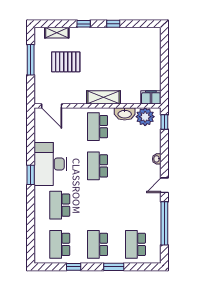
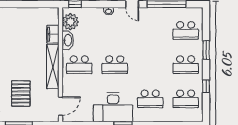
shelving: (103, 97) -> (53, 66), width x1.47
filing cabinet: (151, 97) -> (53, 34), moved

